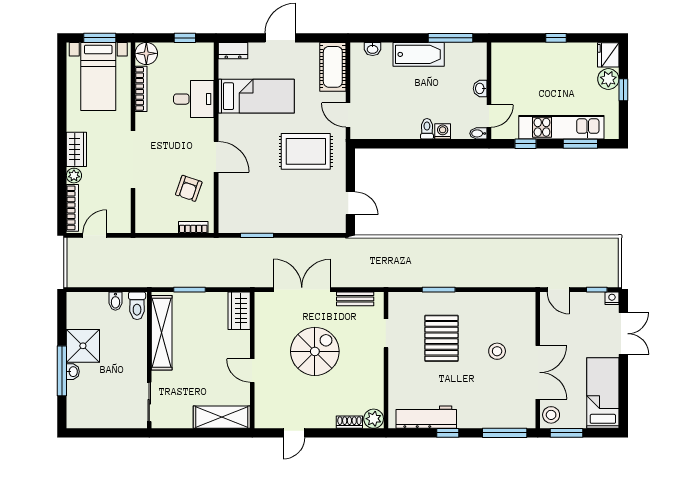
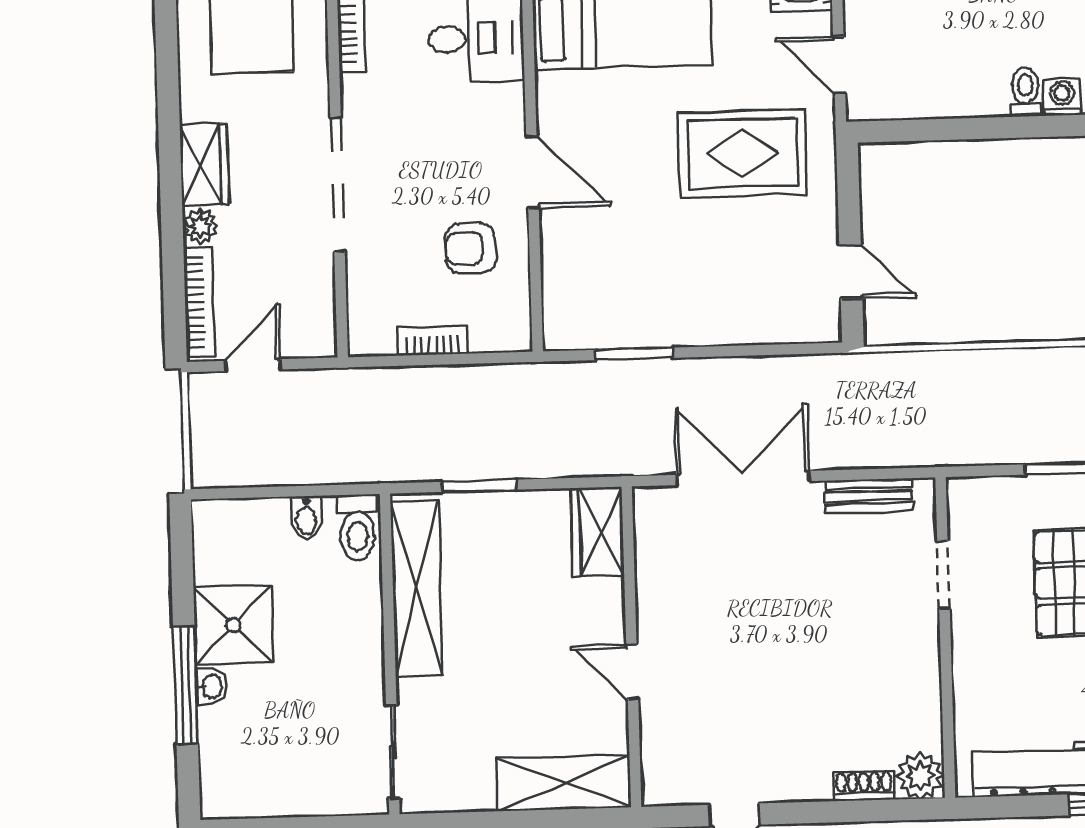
armchair: (189, 188) -> (471, 248), turned 71
bookcase: (193, 227) -> (433, 341), moved
spiral stairs: (315, 351) -> (778, 622), removed

